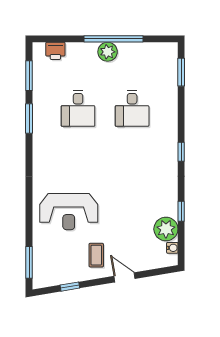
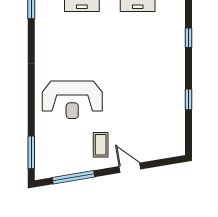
plant: (166, 229) -> (173, 118), removed
water cooler: (172, 248) -> (179, 137), removed
window: (70, 287) -> (73, 177), width x2.17

